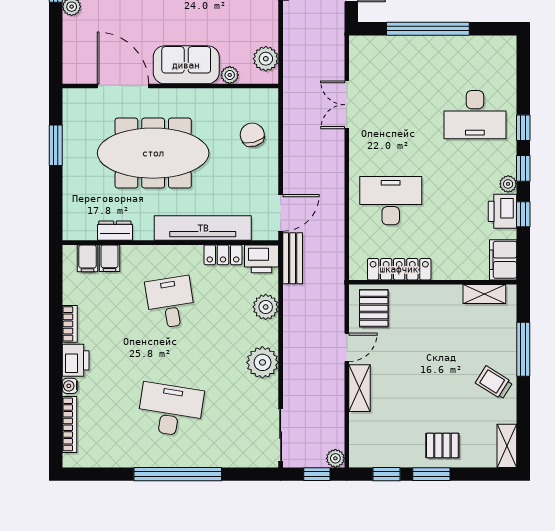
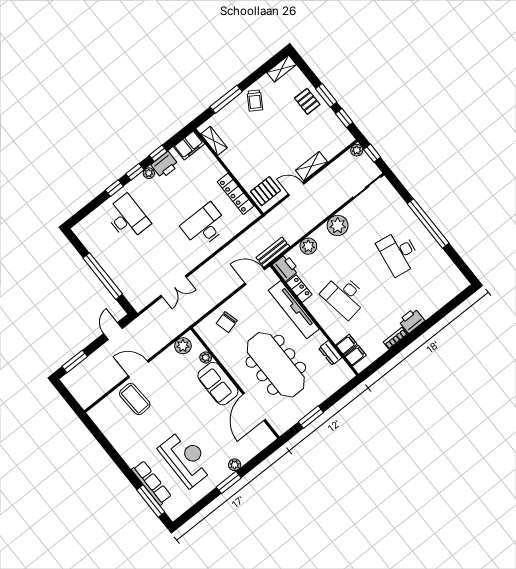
desk: (391, 201) -> (204, 226), turned 90
desk: (170, 302) -> (344, 296), width x1.37
water cooler: (70, 386) -> (427, 313), removed
bookcase: (70, 424) -> (446, 298), removed

